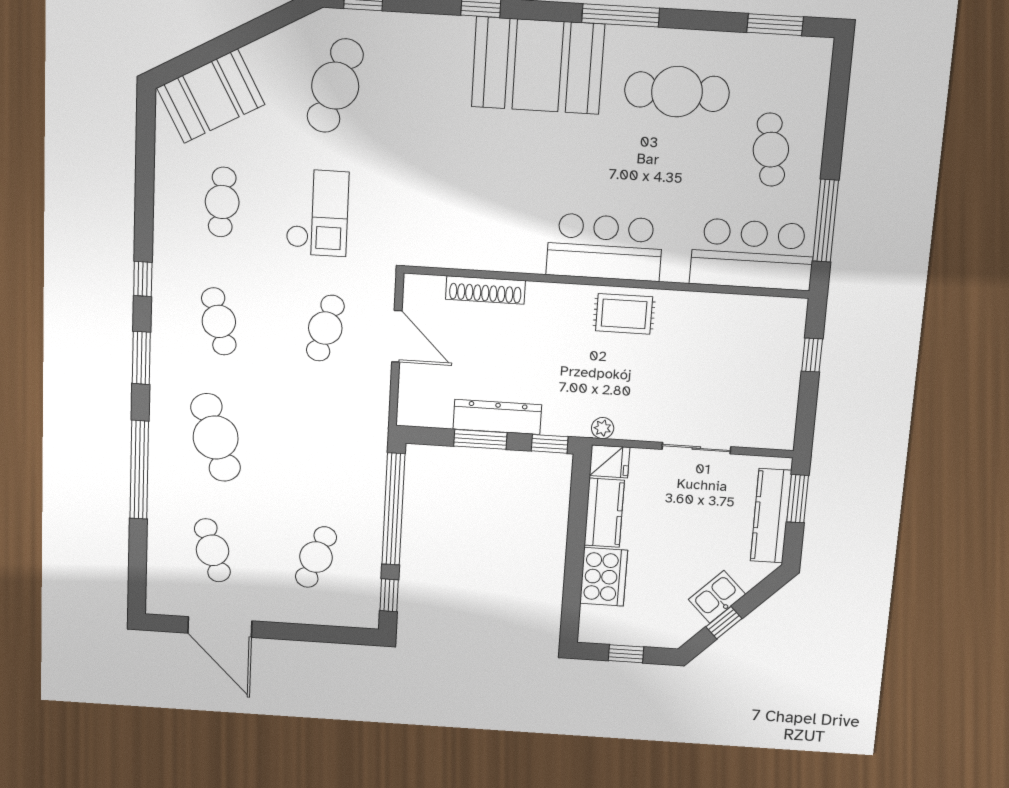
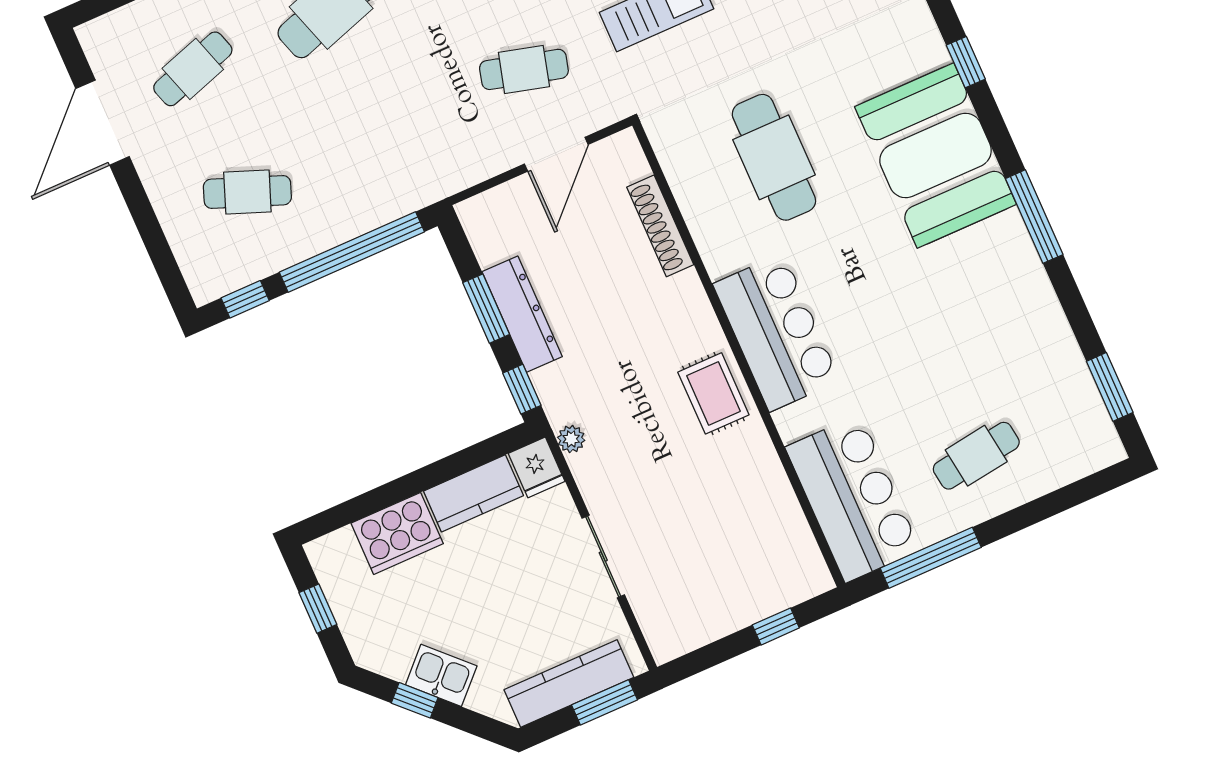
cafe table: (677, 92) -> (774, 157), moved

